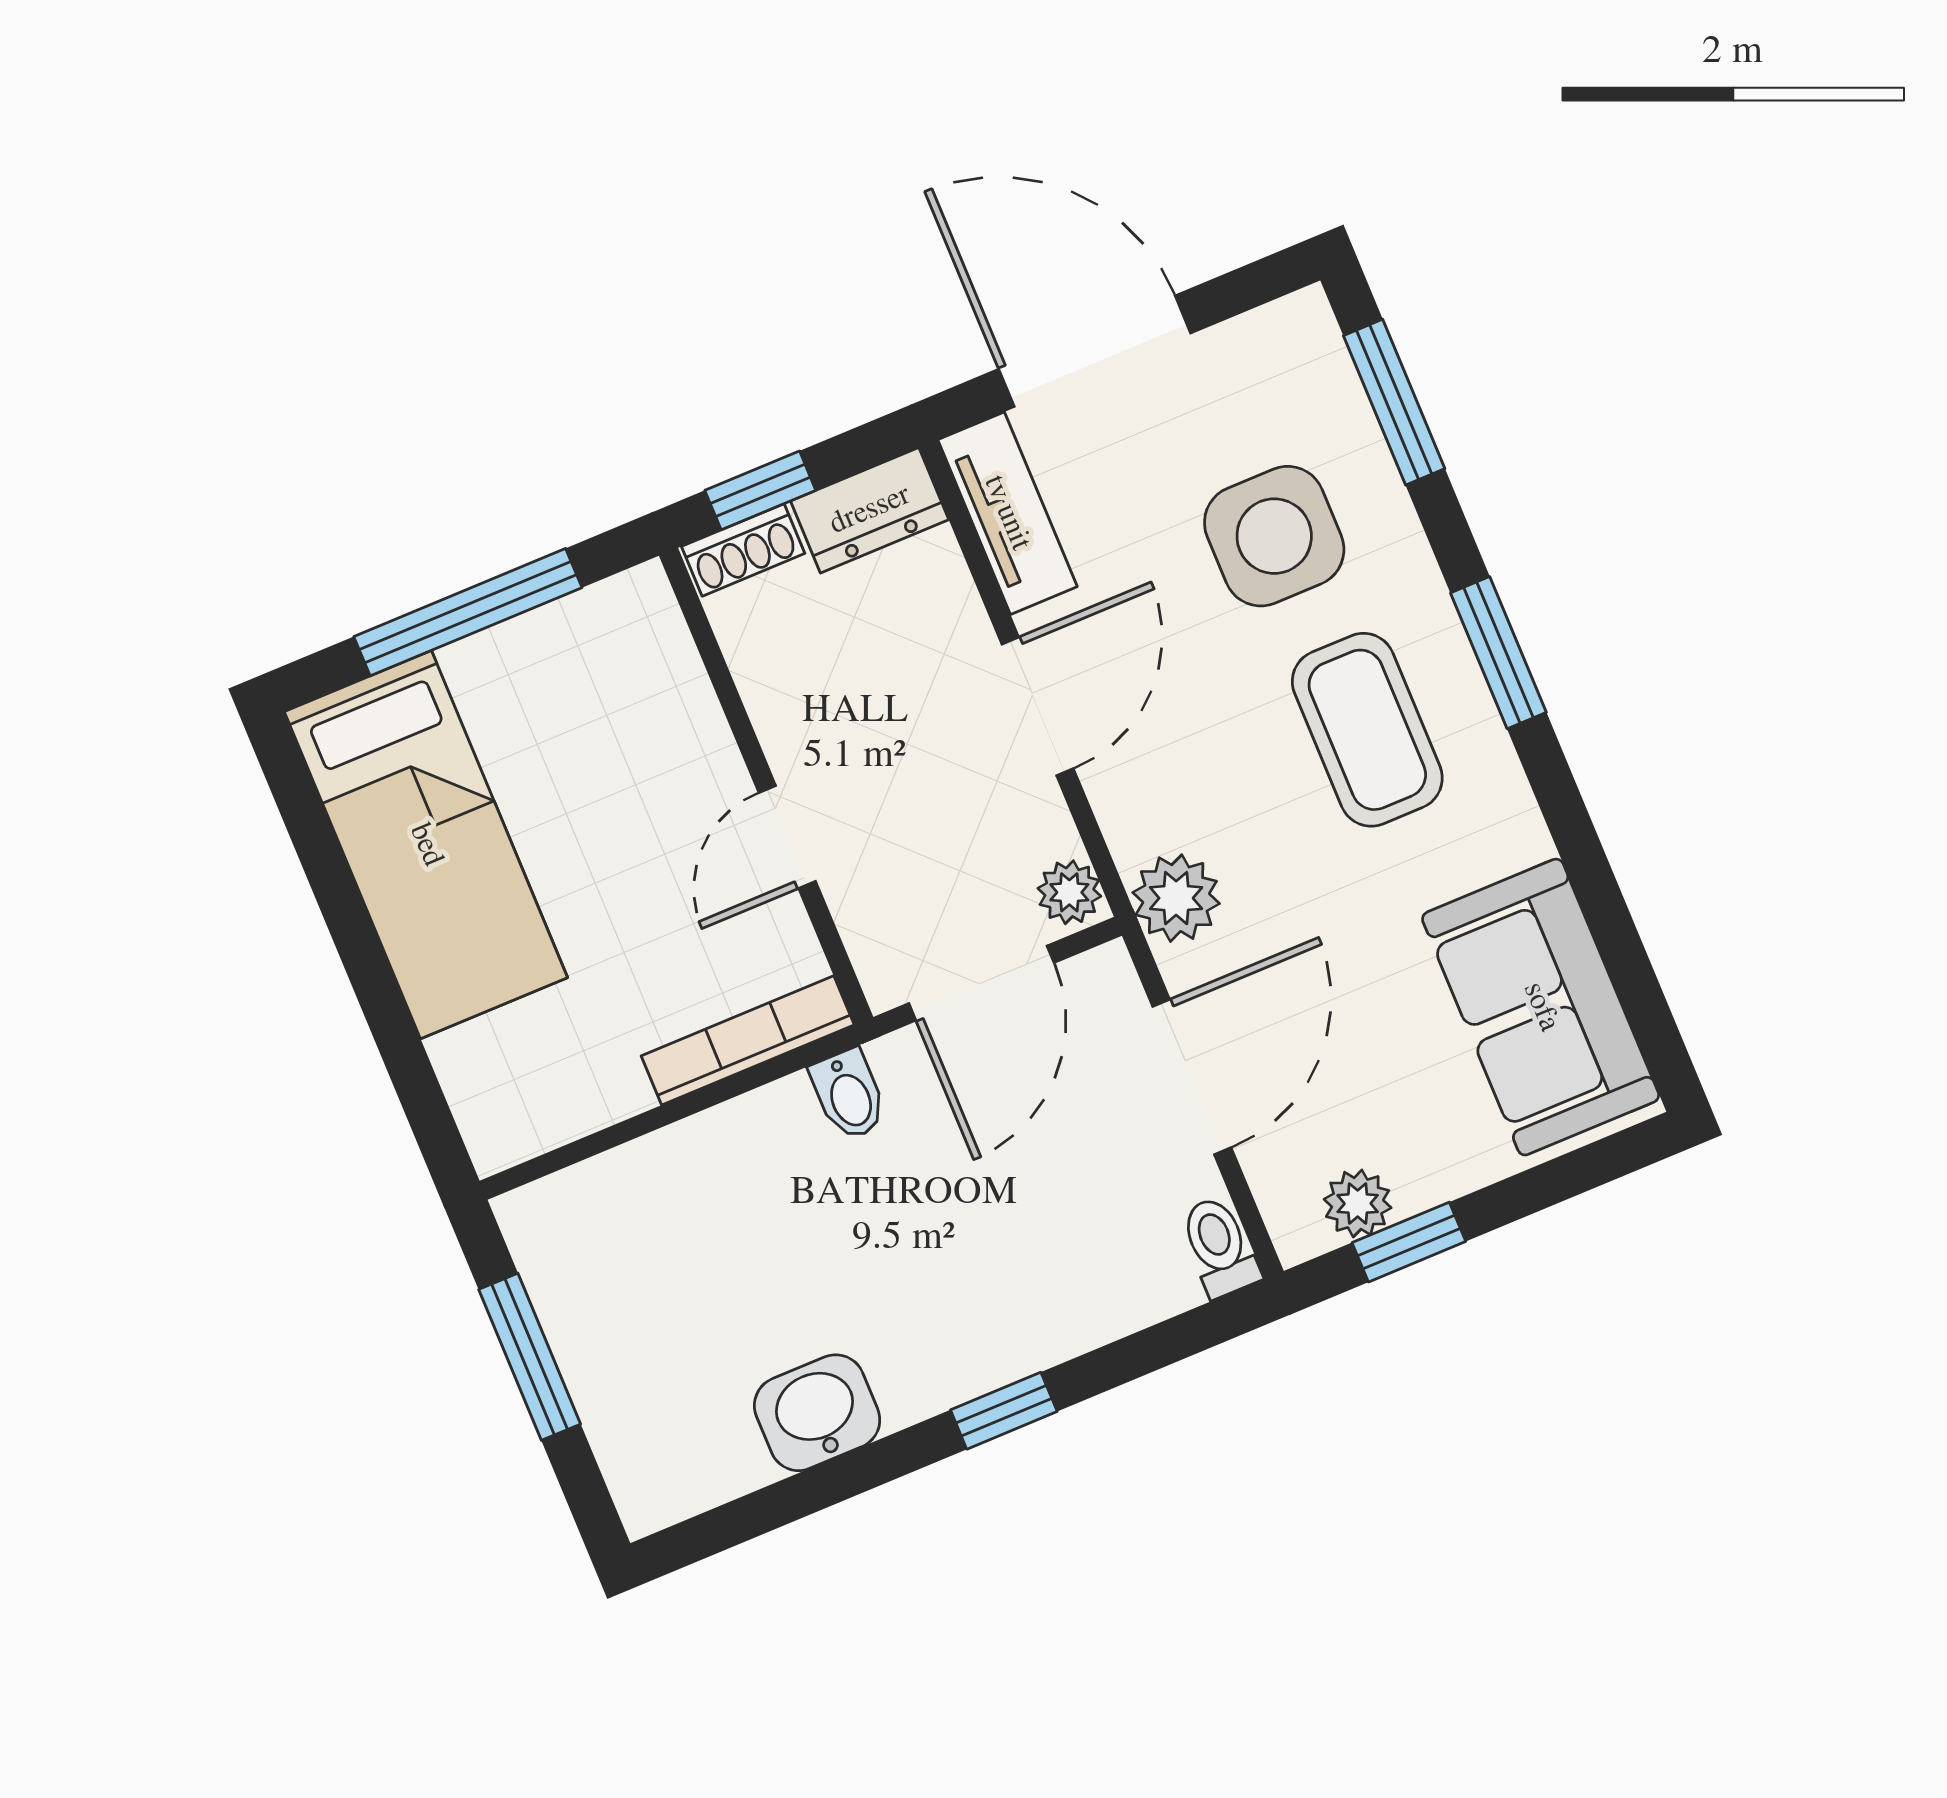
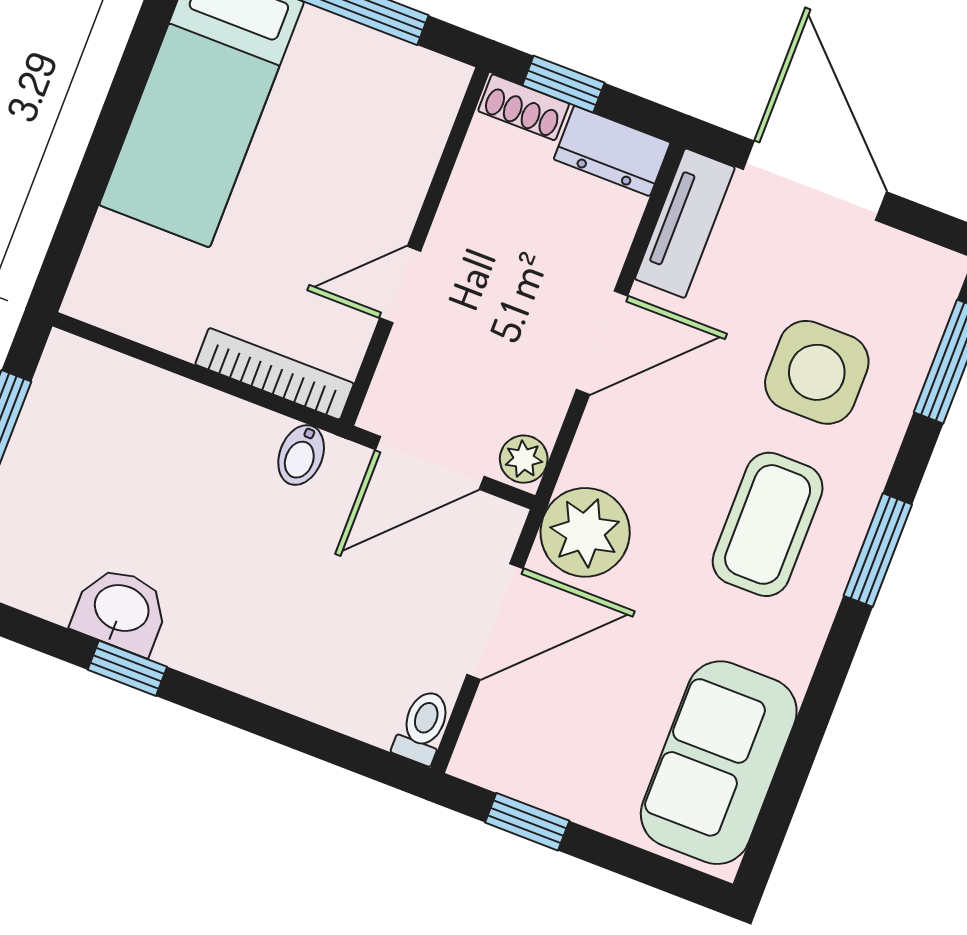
plant: (1176, 898) -> (585, 532), width x1.36, depth x1.36
plant: (1358, 1204) -> (519, 775), removed
window: (1004, 1411) -> (127, 668), moved

